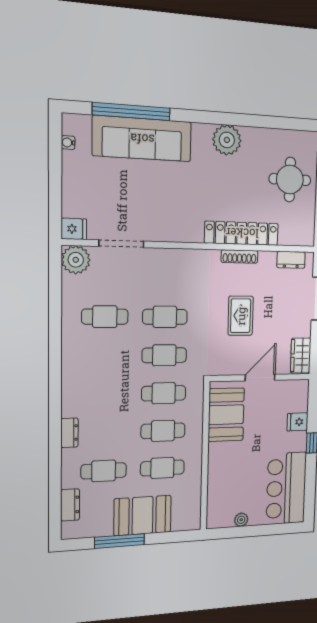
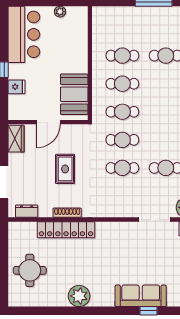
window: (131, 112) -> (148, 311), width x0.32
sofa: (142, 139) -> (141, 296), width x0.74, depth x0.79
booth: (143, 515) -> (137, 20), removed

